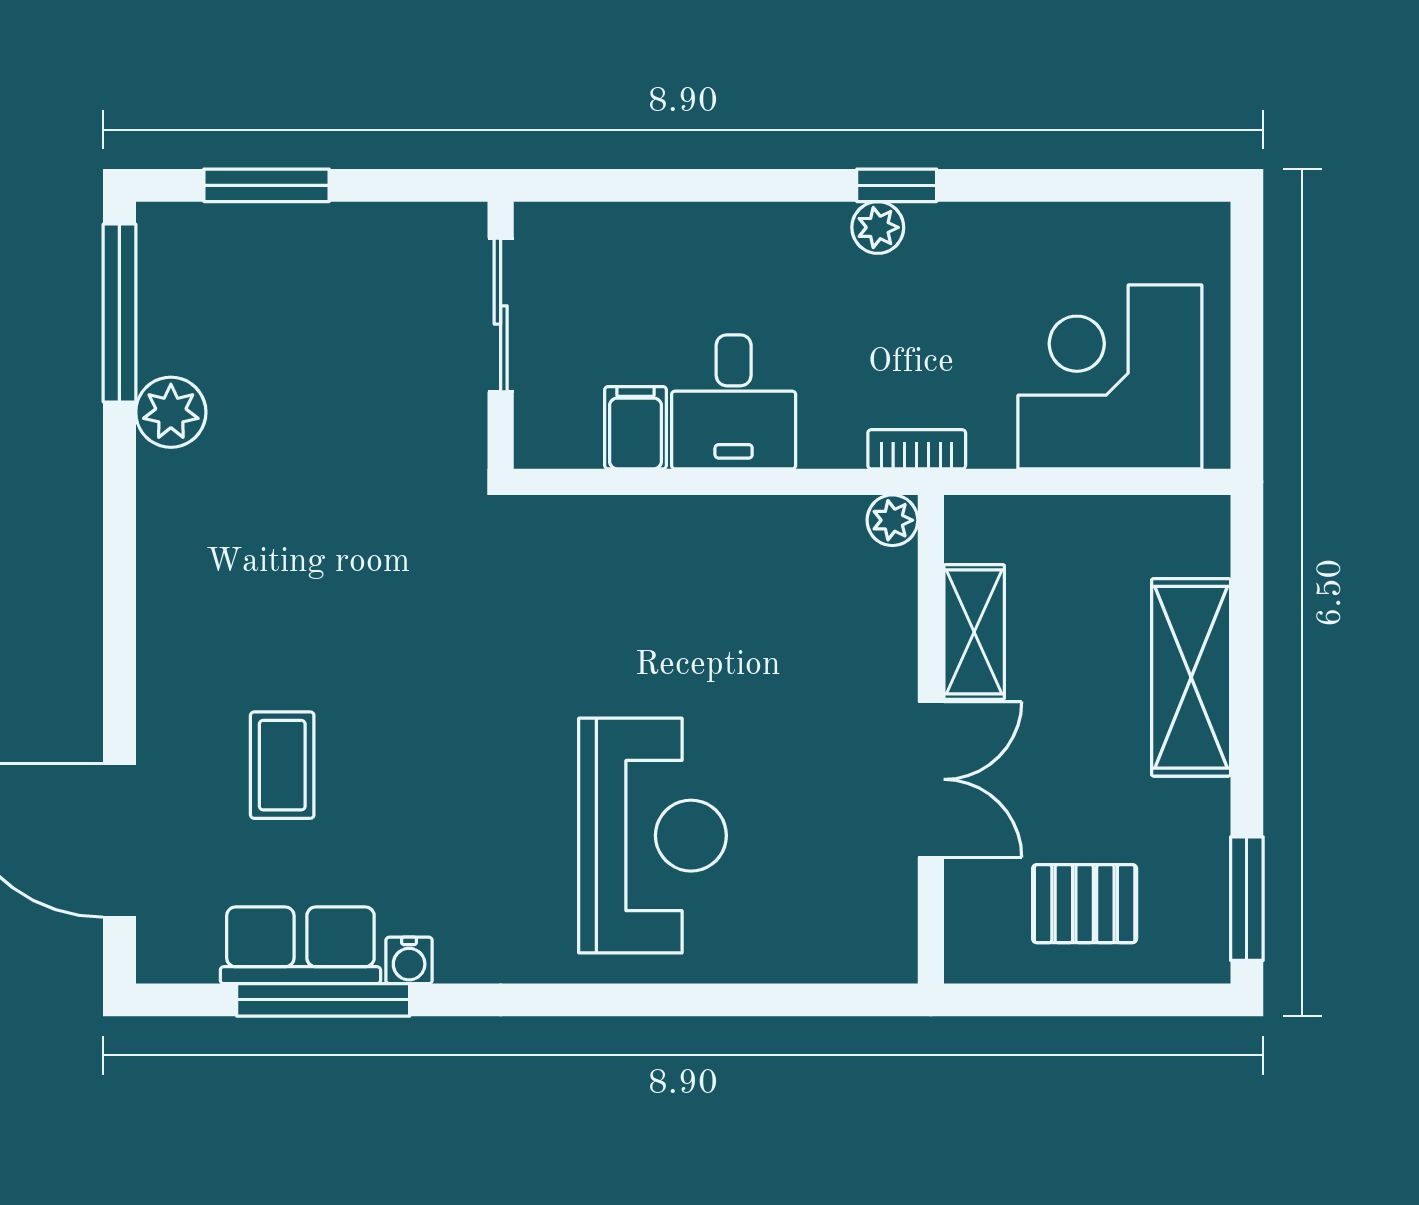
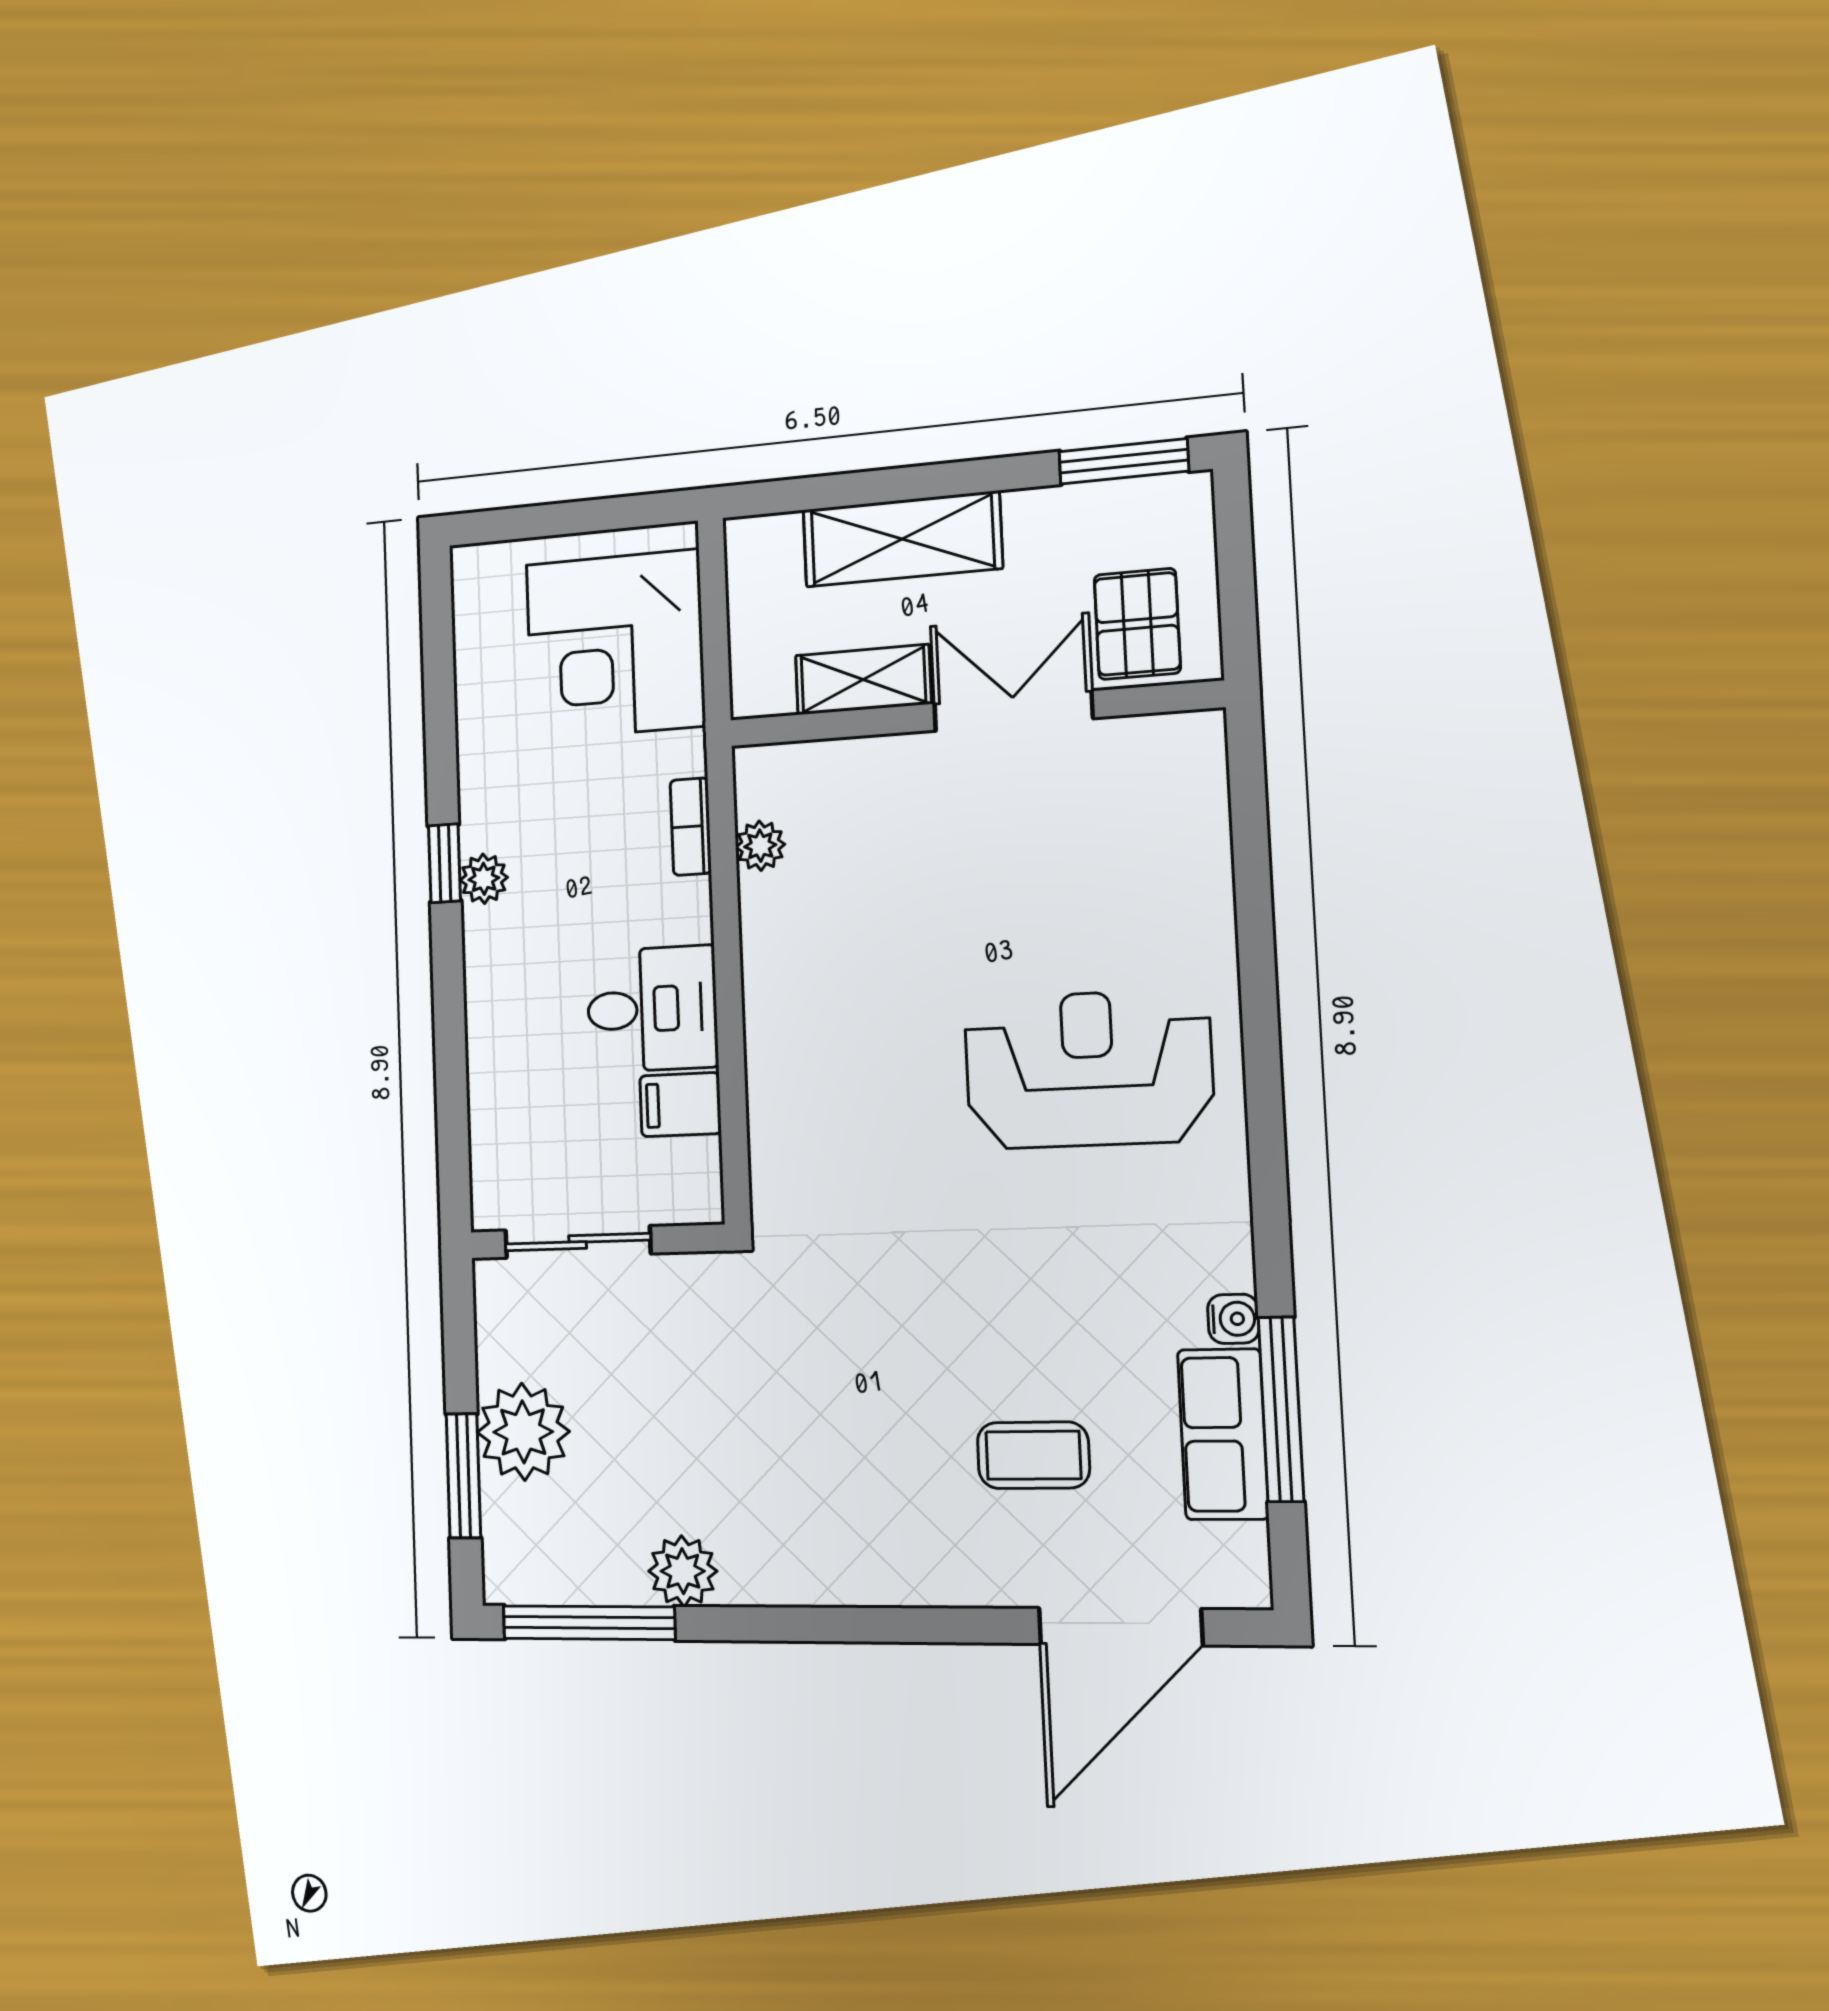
plant: (310, 251) -> (523, 1432), added
shelving: (974, 632) -> (863, 680), moved
wall: (931, 739) -> (972, 714), moved
double door: (931, 779) -> (1013, 711), moved

